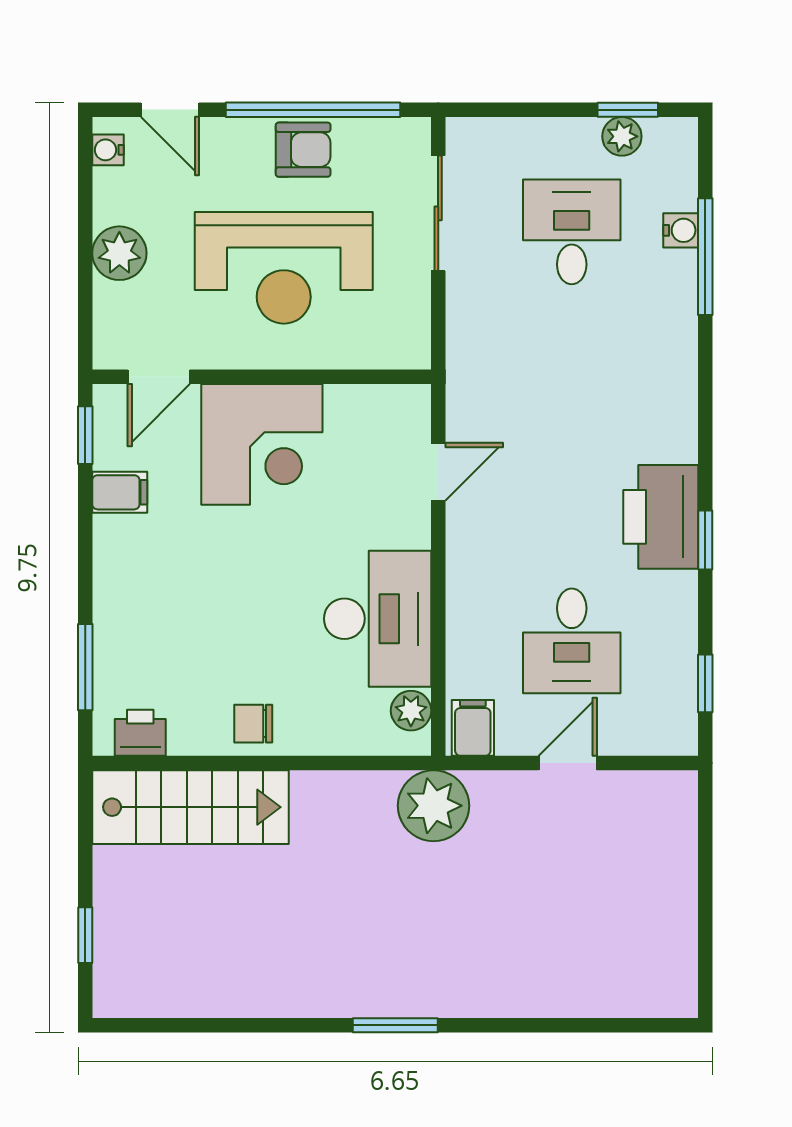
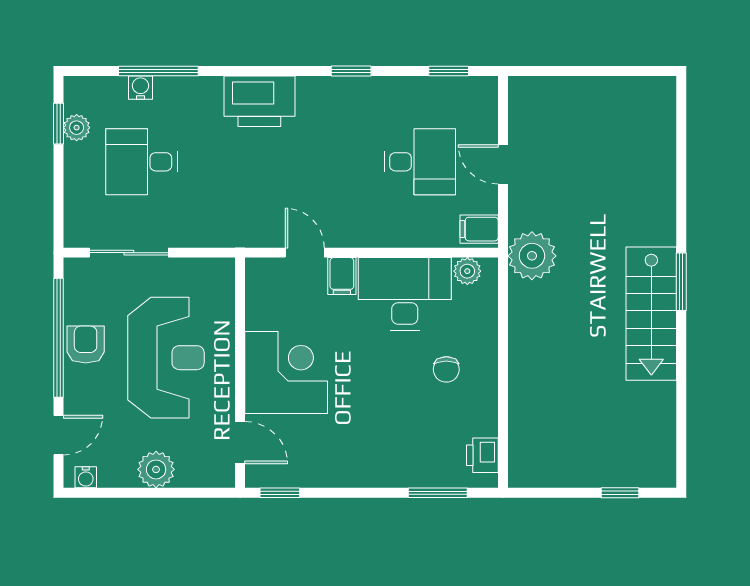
filing cabinet: (120, 492) -> (342, 276), moved, turned 180
printer: (661, 517) -> (259, 101), moved
chair: (253, 724) -> (446, 369), moved
stairs: (191, 807) -> (651, 314), moved, turned 180

